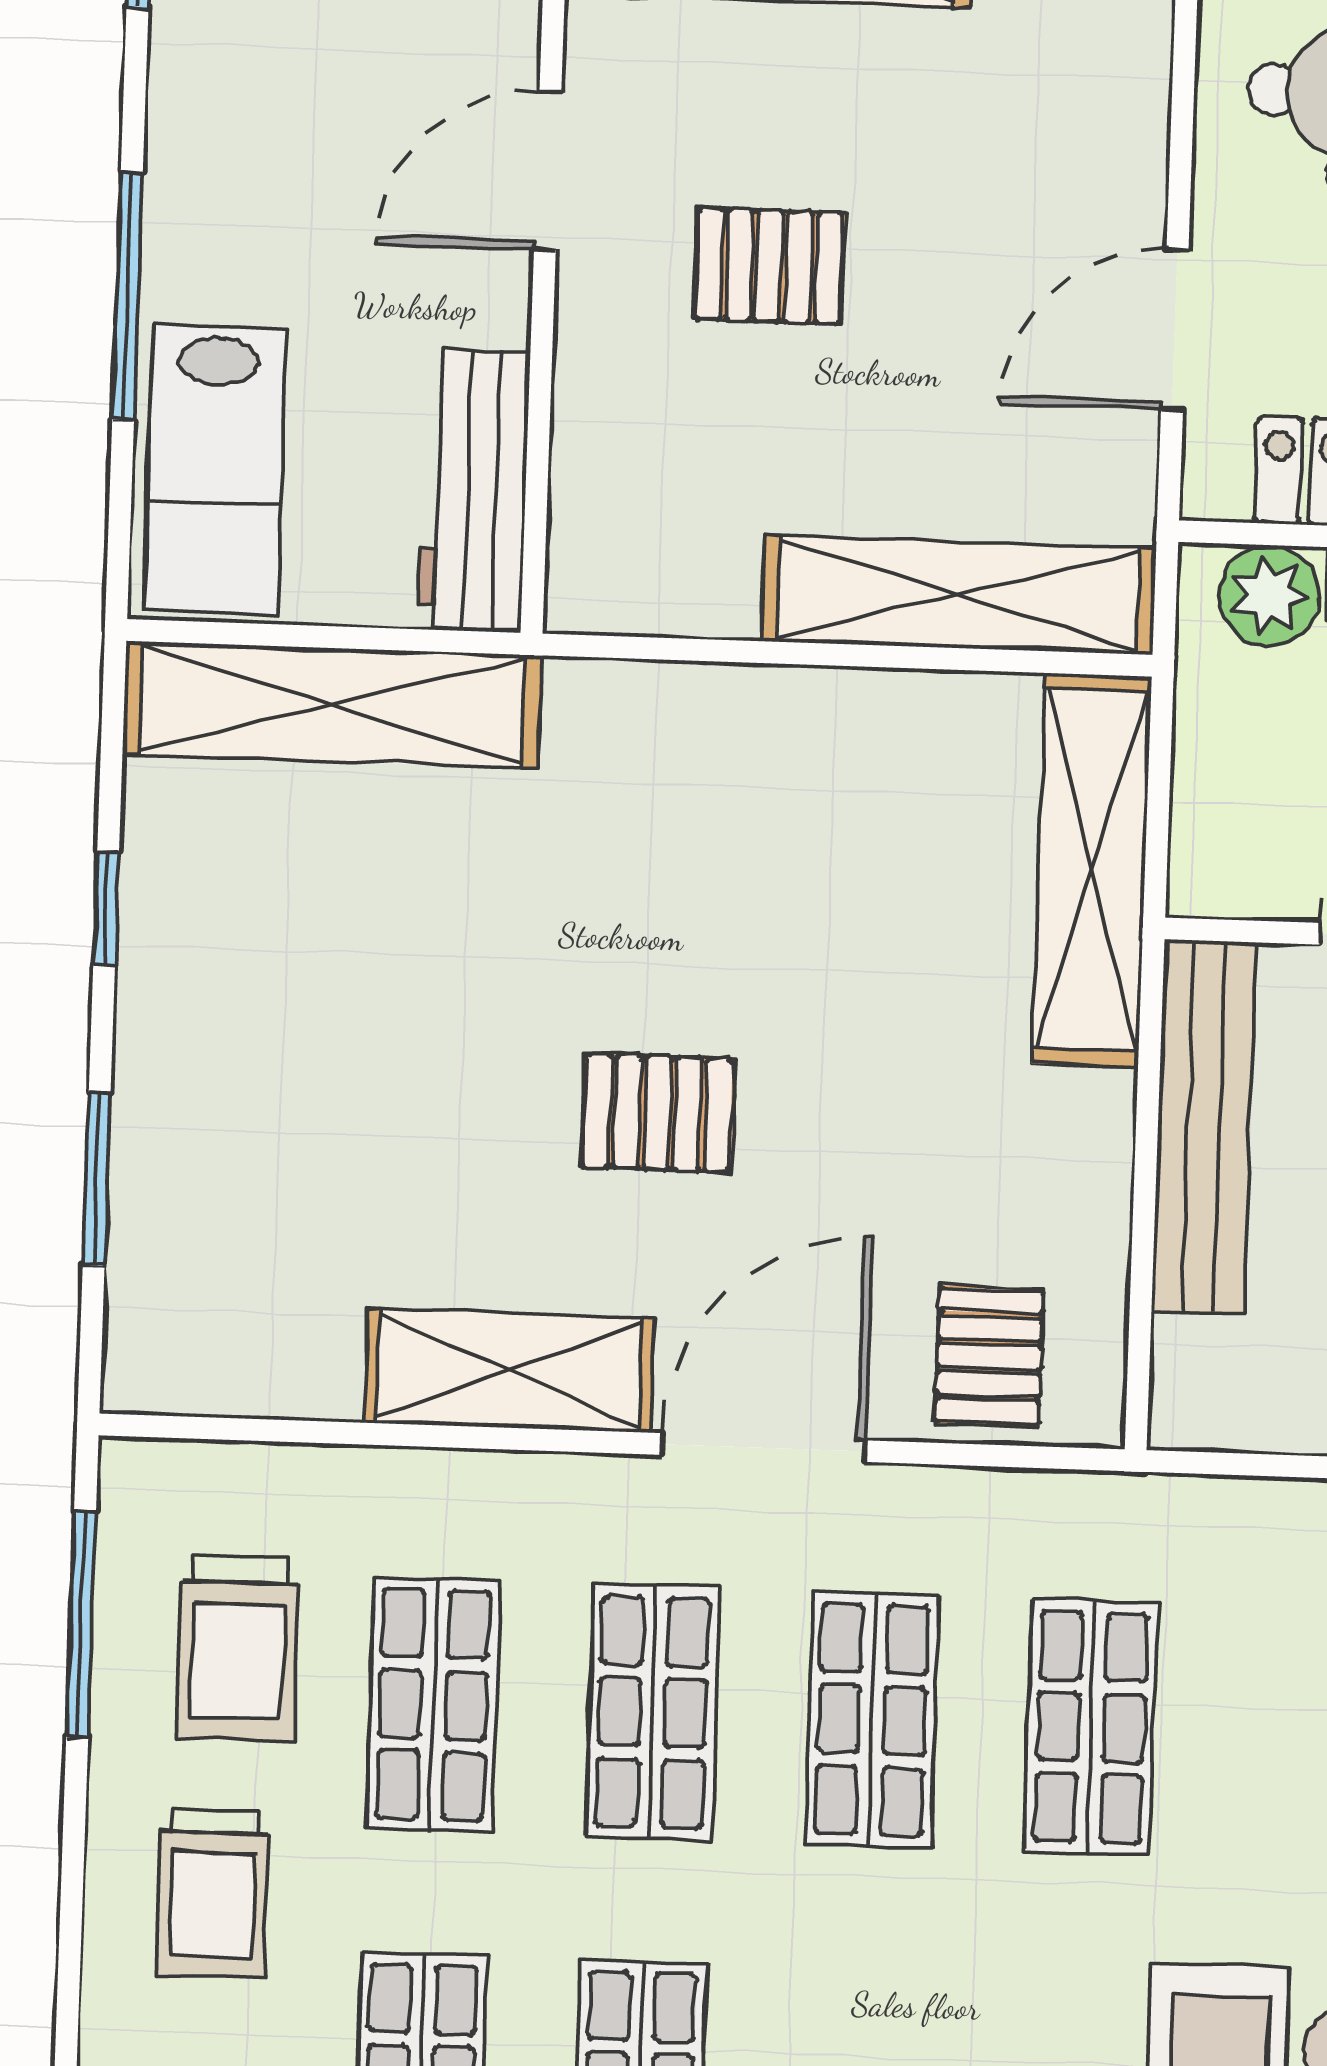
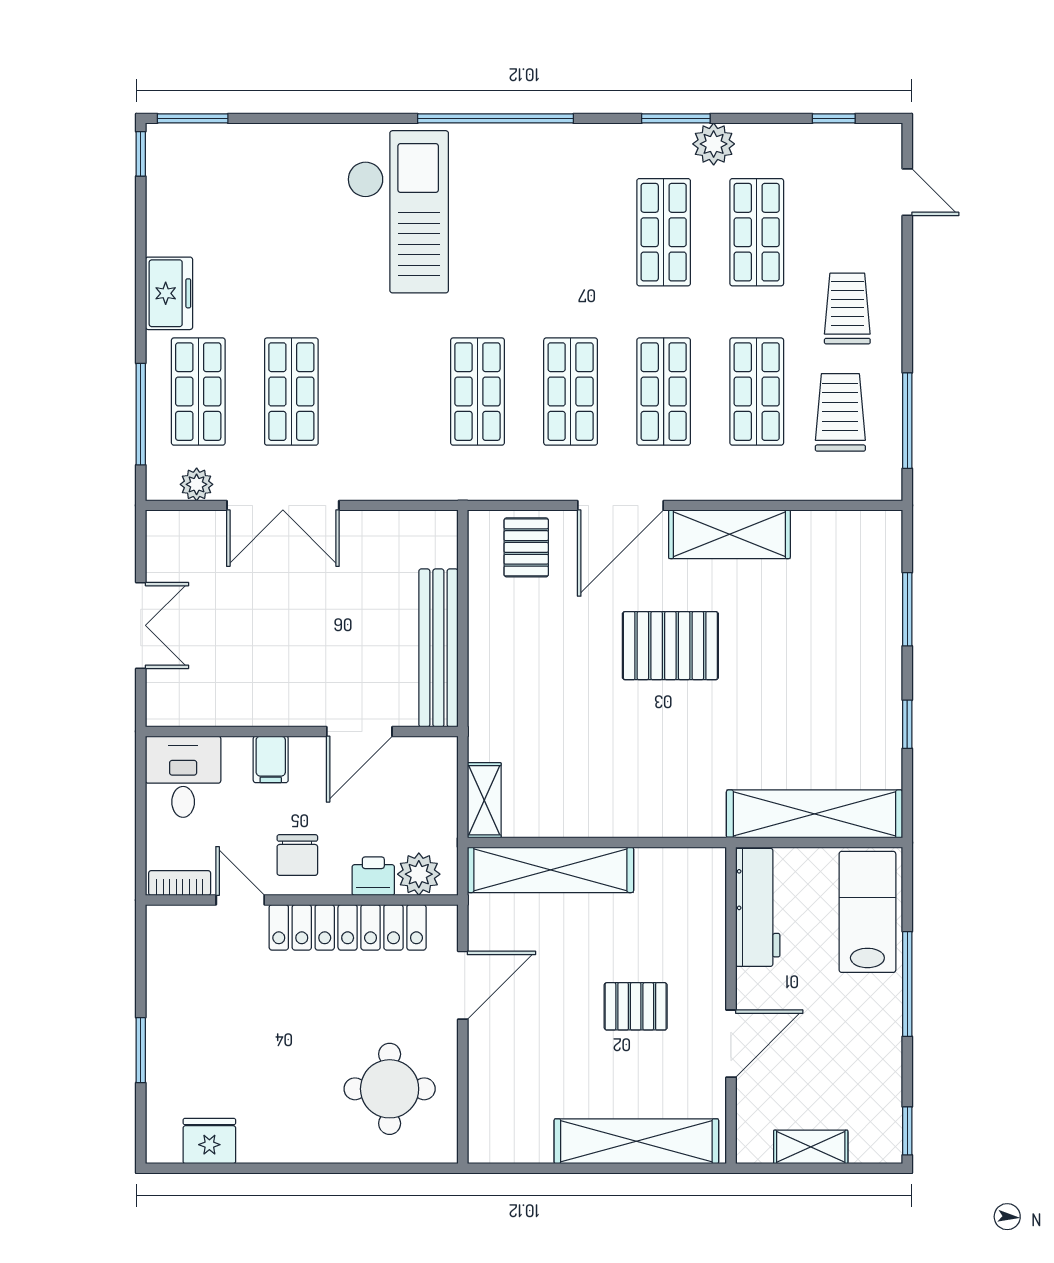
shelving: (1092, 870) -> (484, 800), width x0.45, depth x0.75
pallet: (658, 1113) -> (670, 646), width x1.50, depth x1.42

